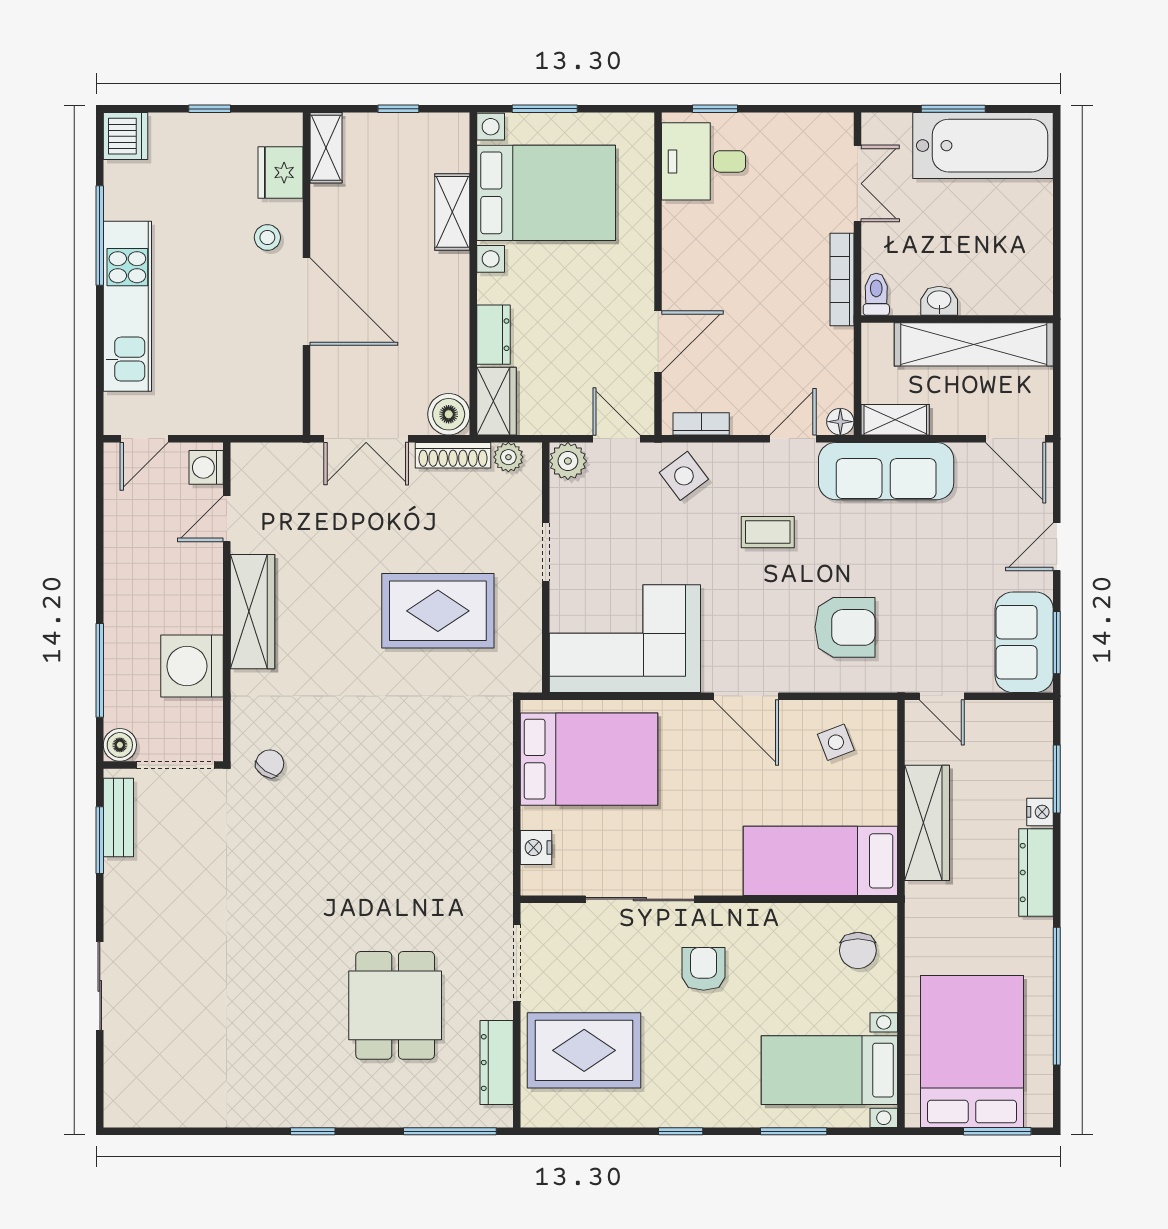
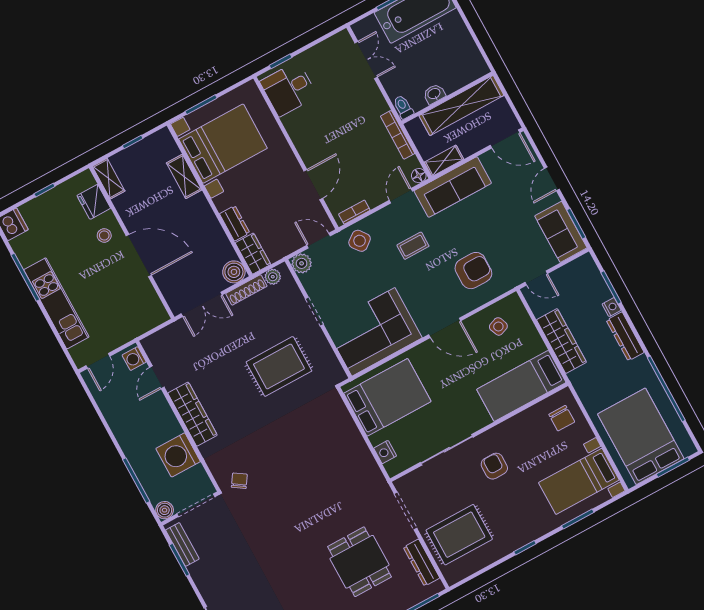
bookcase: (842, 279) -> (398, 135), moved

